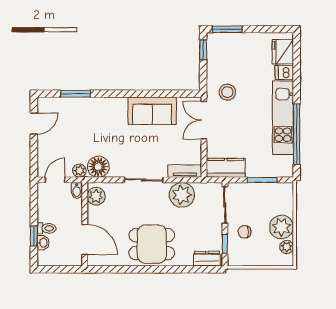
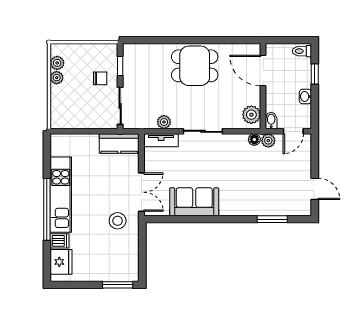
window: (203, 50) -> (142, 264), removed
door: (34, 123) -> (315, 189), swing flipped
window: (297, 134) -> (47, 209), moved
floor lamp: (98, 167) -> (254, 140), width x0.53, depth x0.53
window: (262, 180) -> (82, 131), removed
plant: (182, 195) -> (164, 122), width x0.53, depth x0.53
plant: (281, 227) -> (57, 78), width x0.53, depth x0.53
toilet: (47, 228) -> (302, 51), moved
washbasin: (43, 243) -> (305, 96), moved
dresser: (207, 259) -> (138, 51), removed

